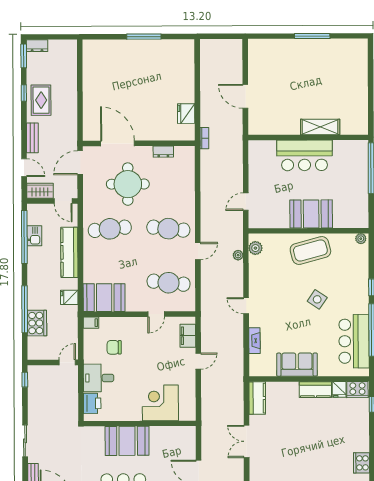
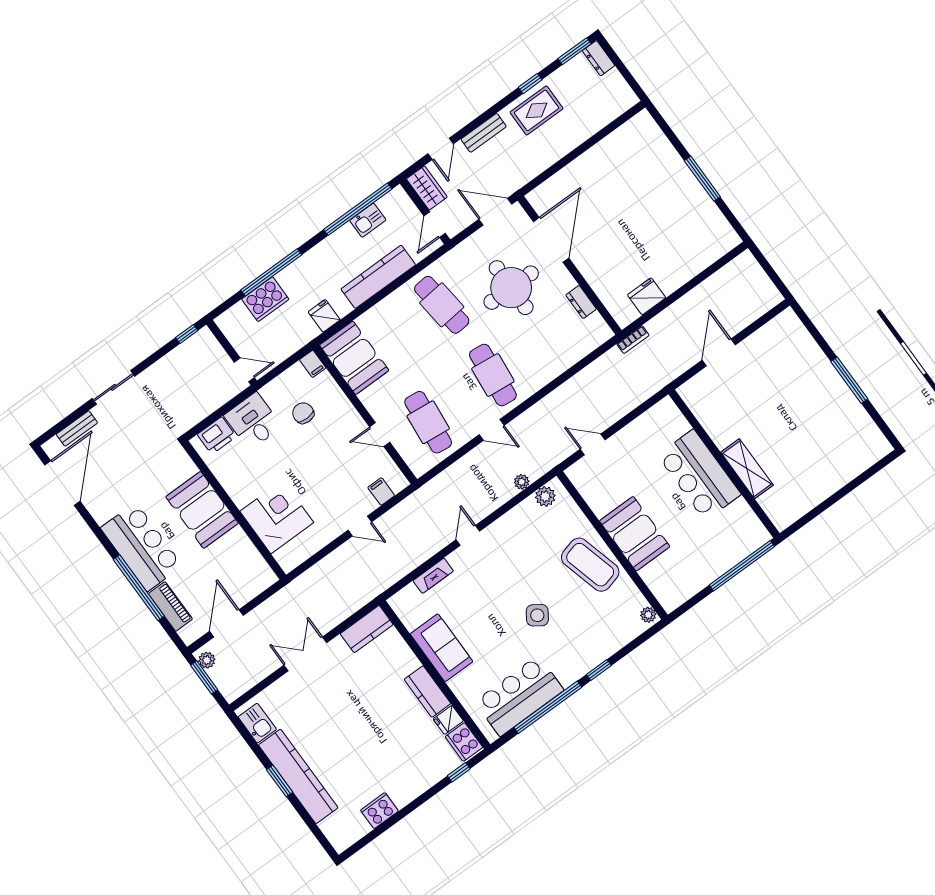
filing cabinet: (188, 336) -> (381, 491), width x0.50

